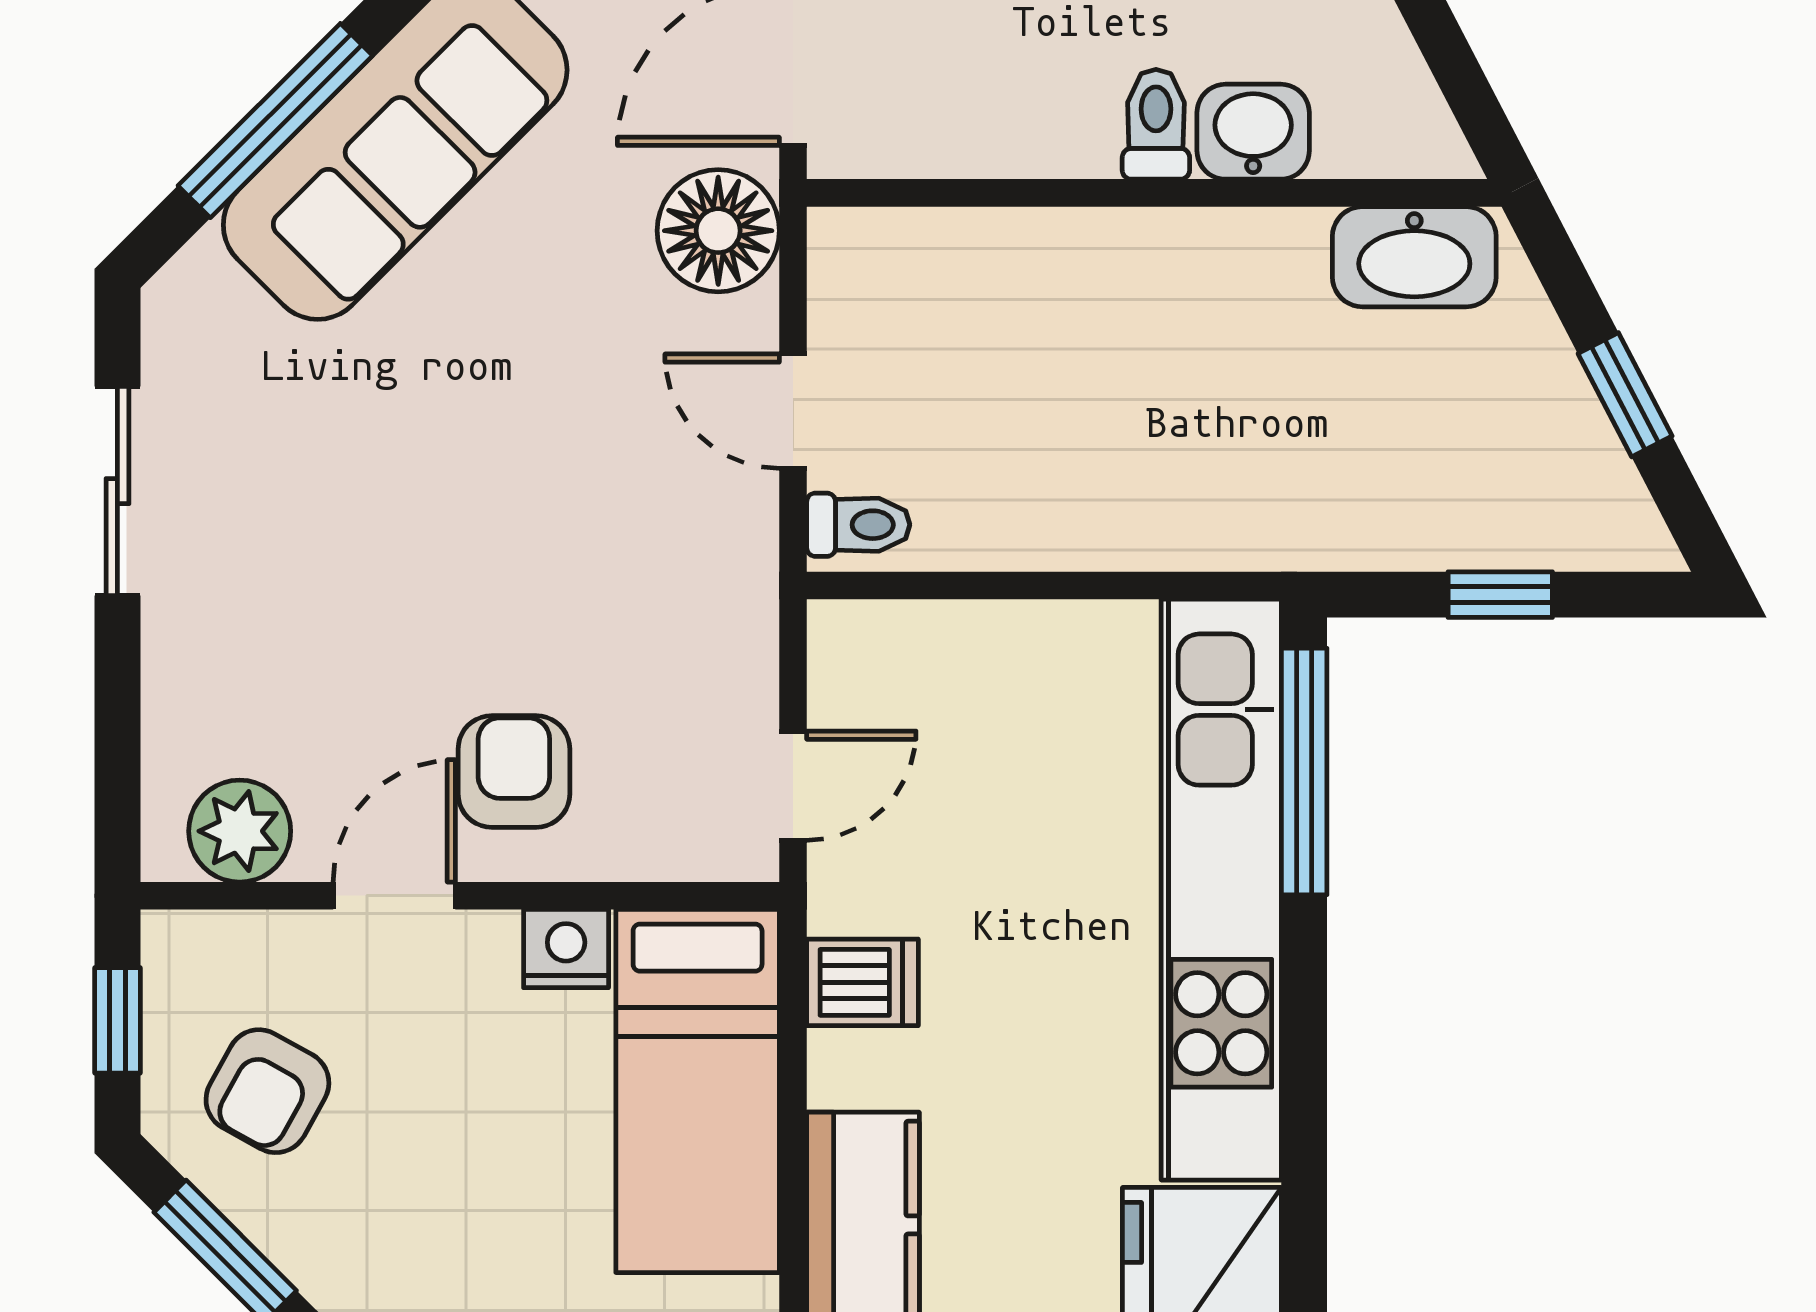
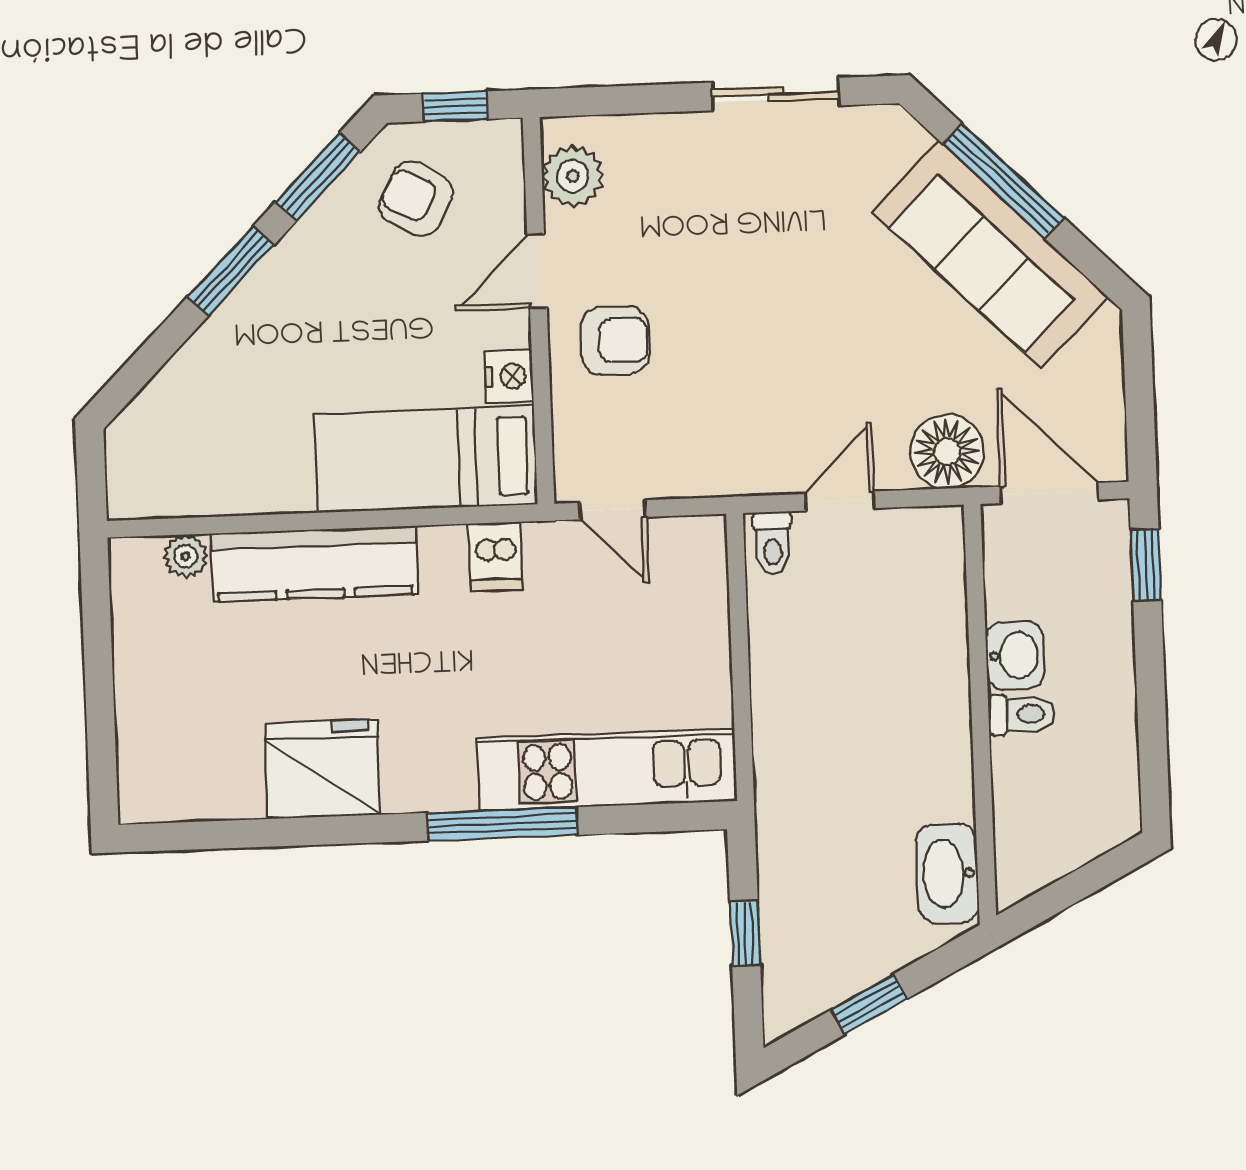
washbasin: (1253, 132) -> (1015, 655), moved
window: (1304, 772) -> (502, 824), moved
kitchen unit: (1221, 890) -> (607, 770), width x0.73
door: (394, 896) -> (537, 271), swing flipped

